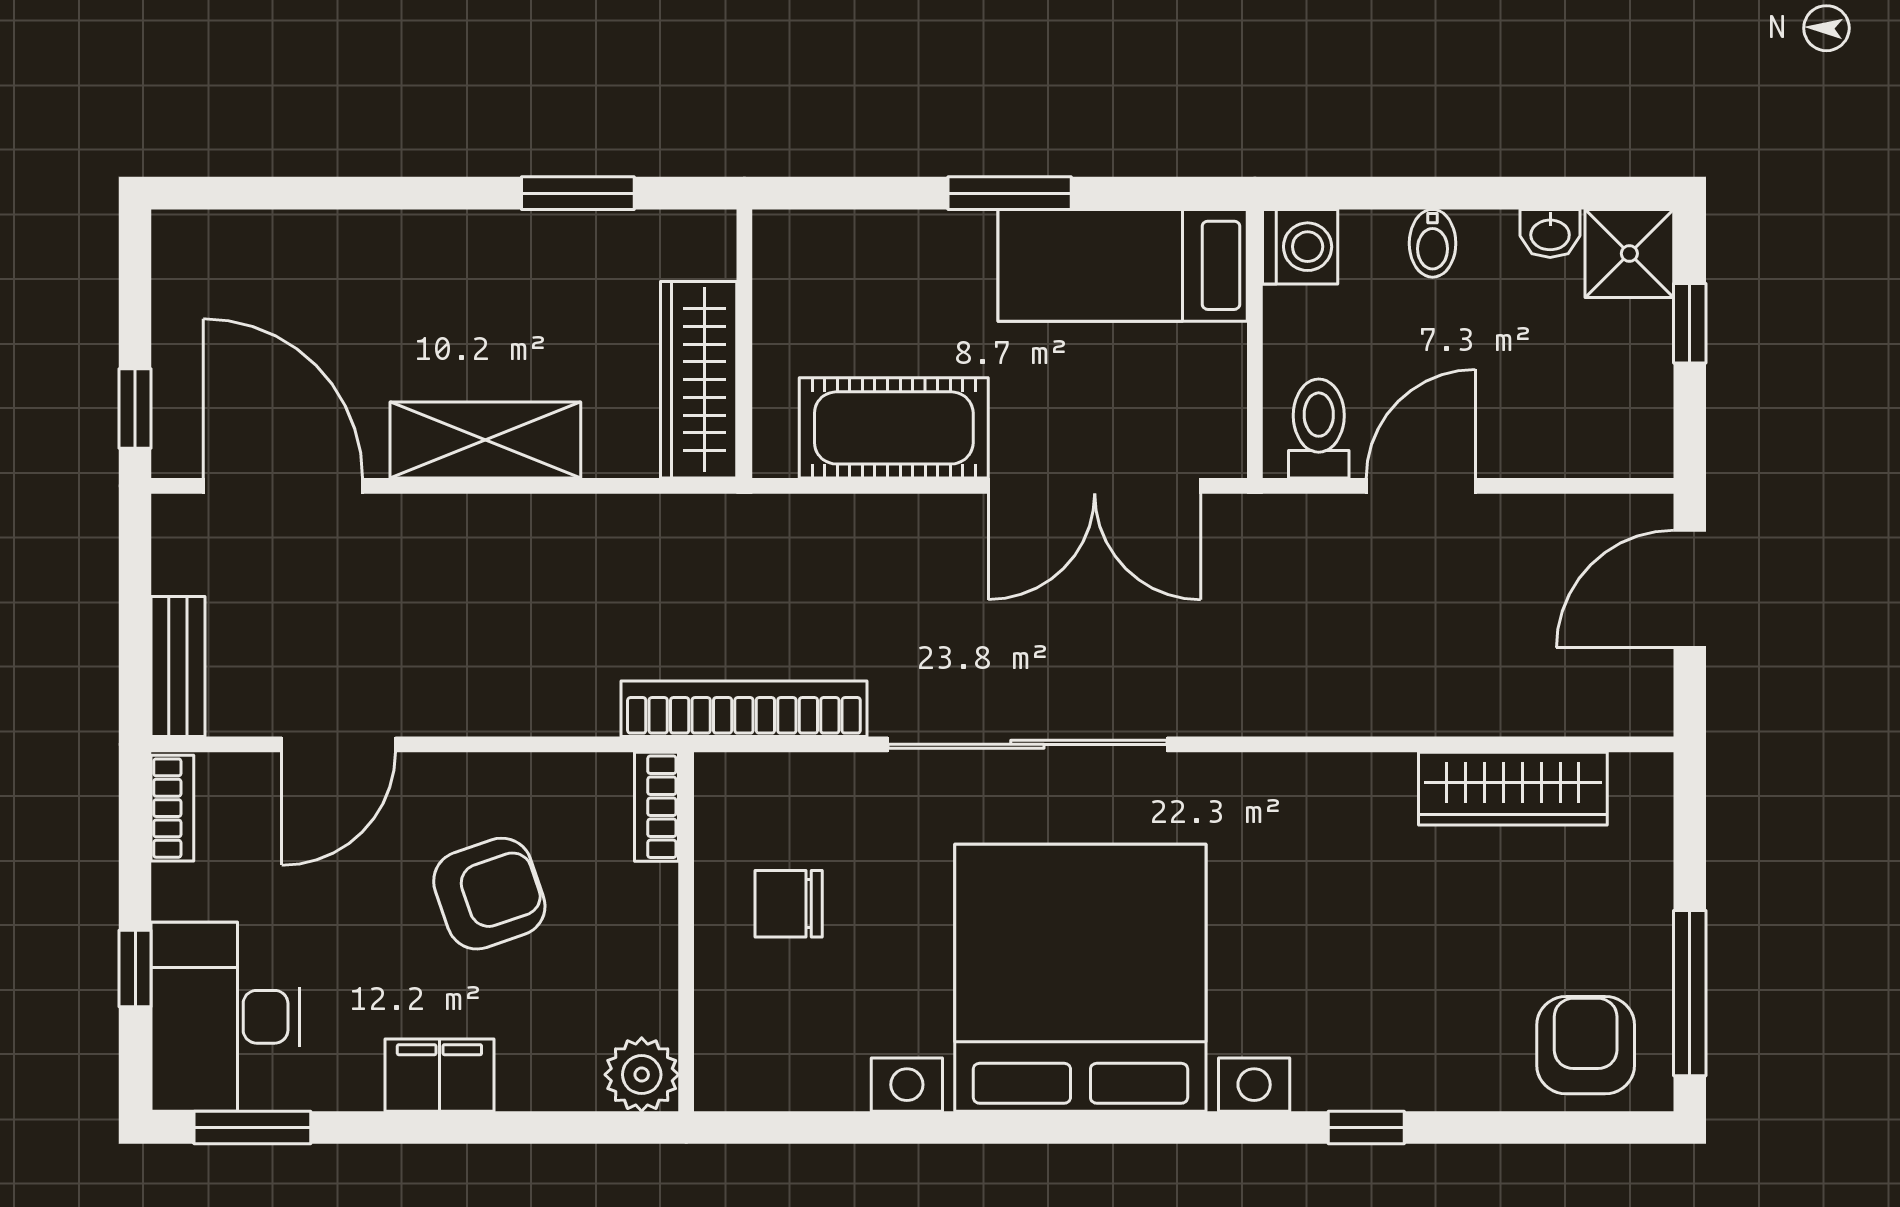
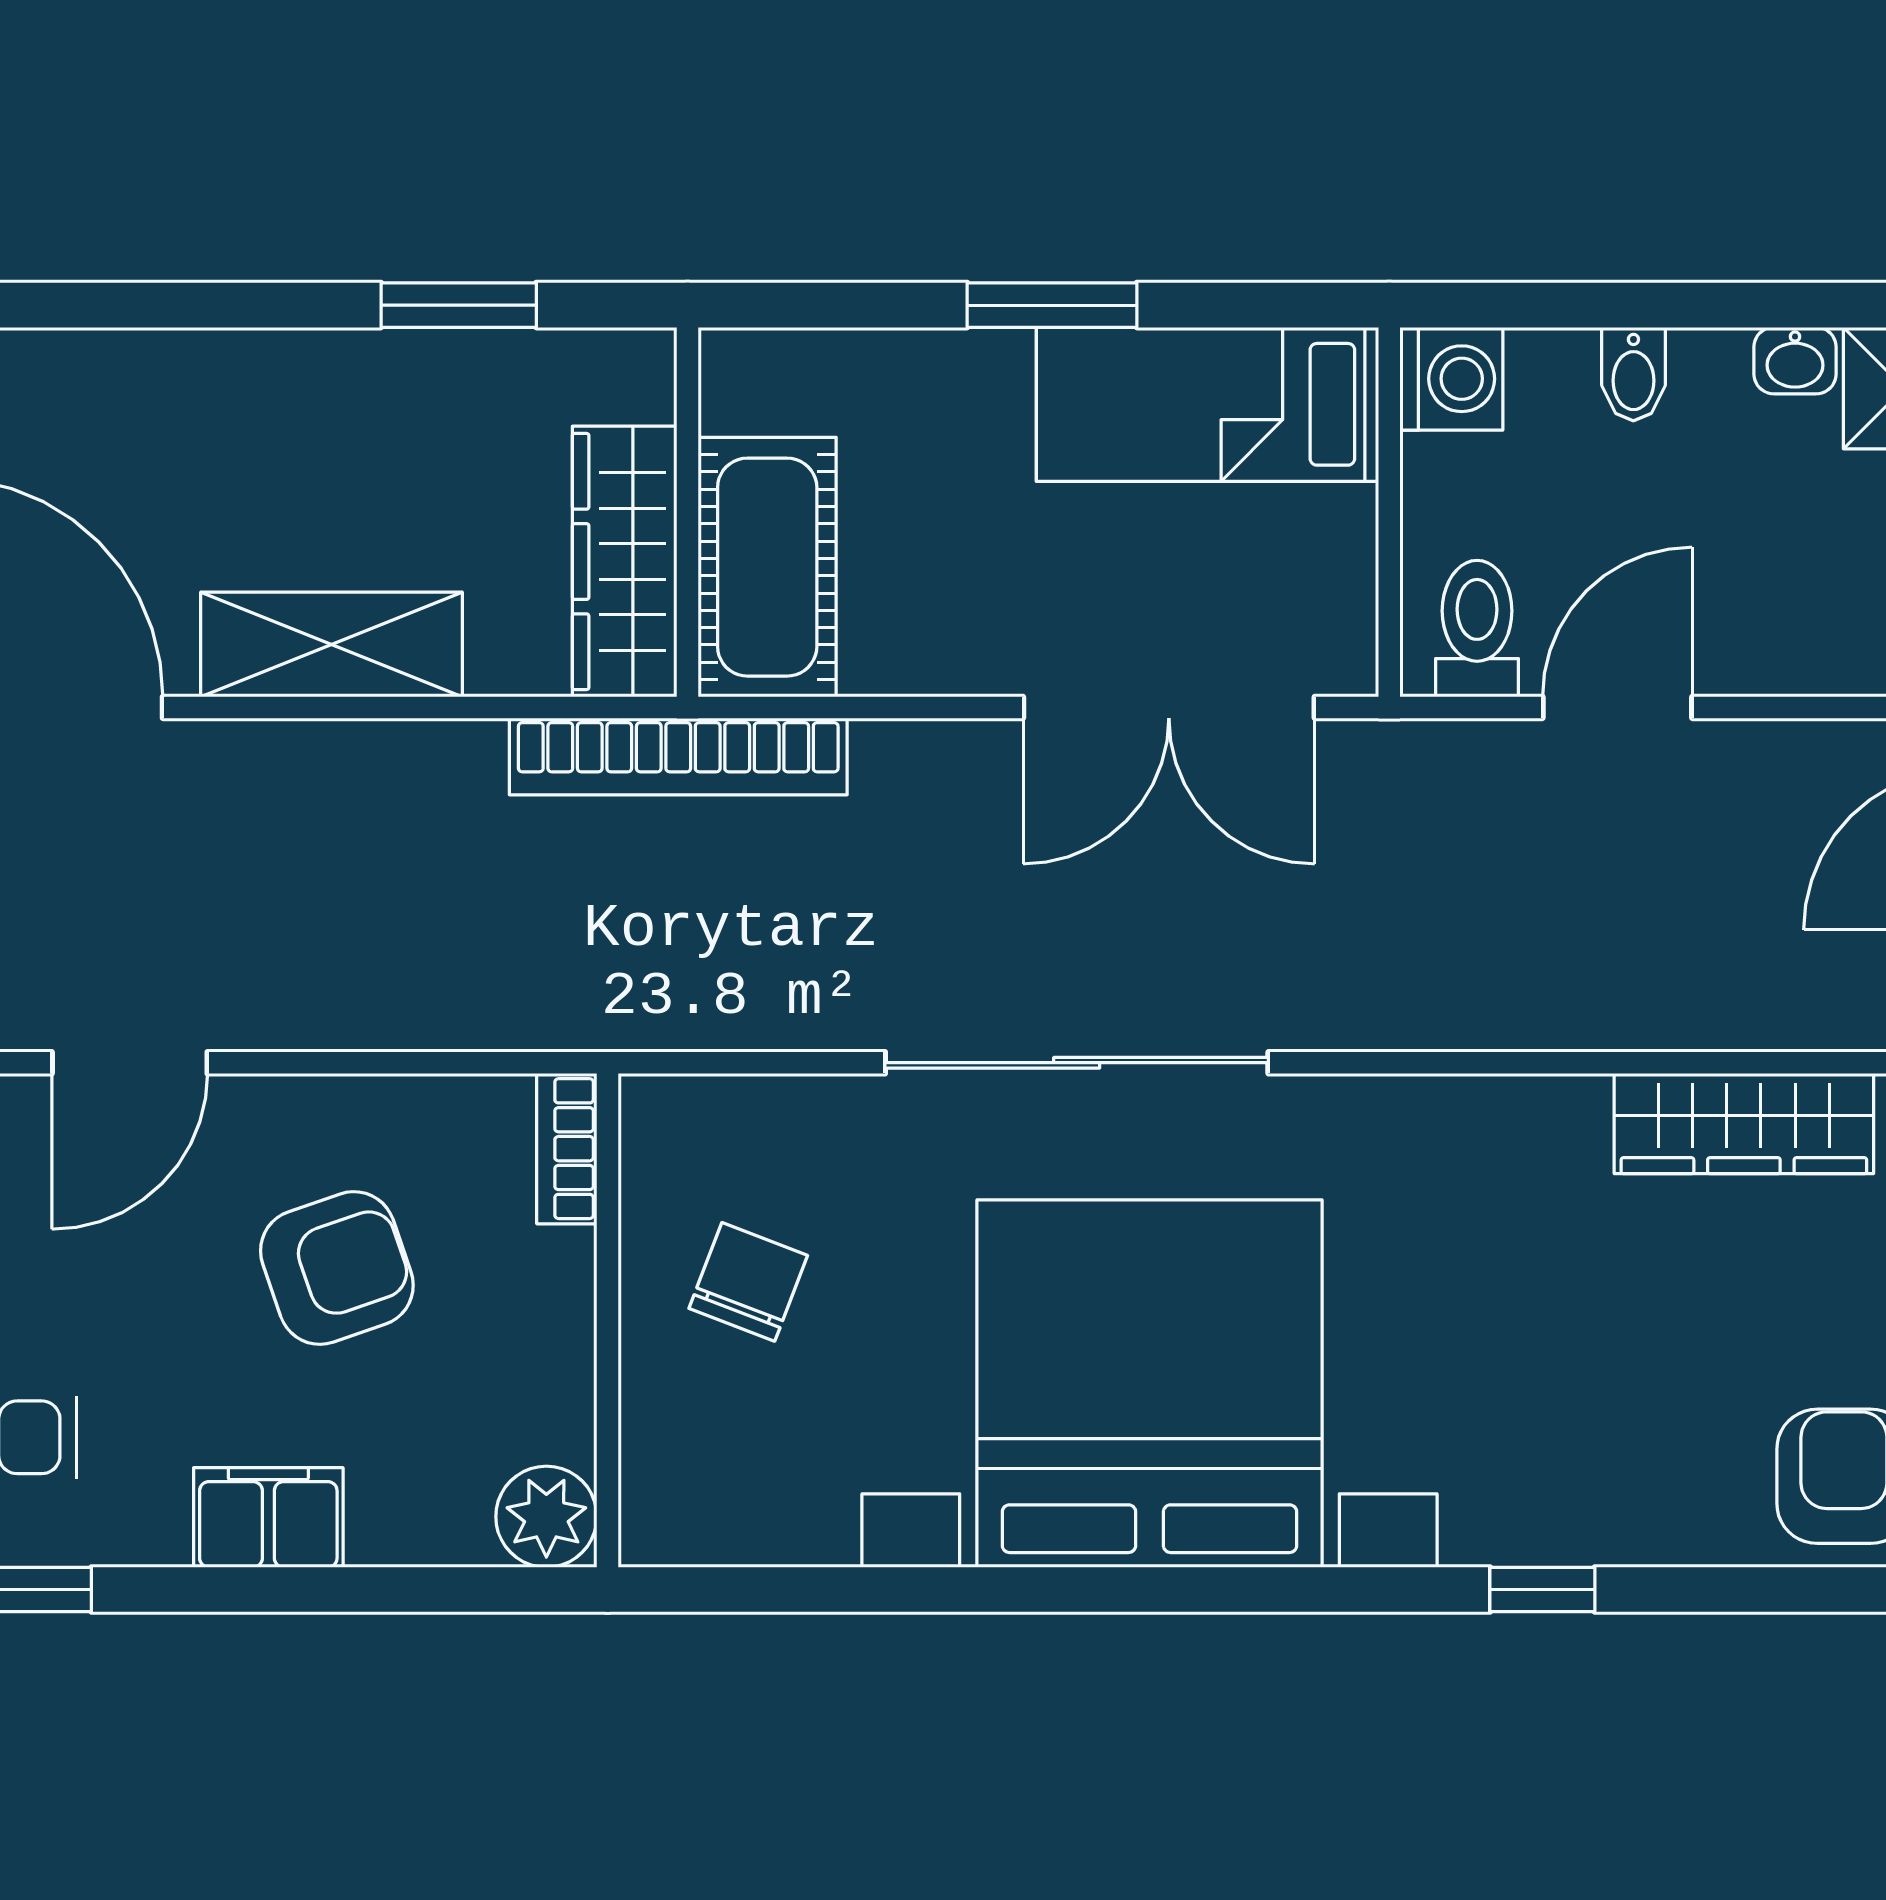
cot: (894, 428) -> (767, 567), moved, turned 90
bookcase: (744, 709) -> (678, 756), moved, turned 180
chair: (789, 904) -> (748, 1282), turned 111

